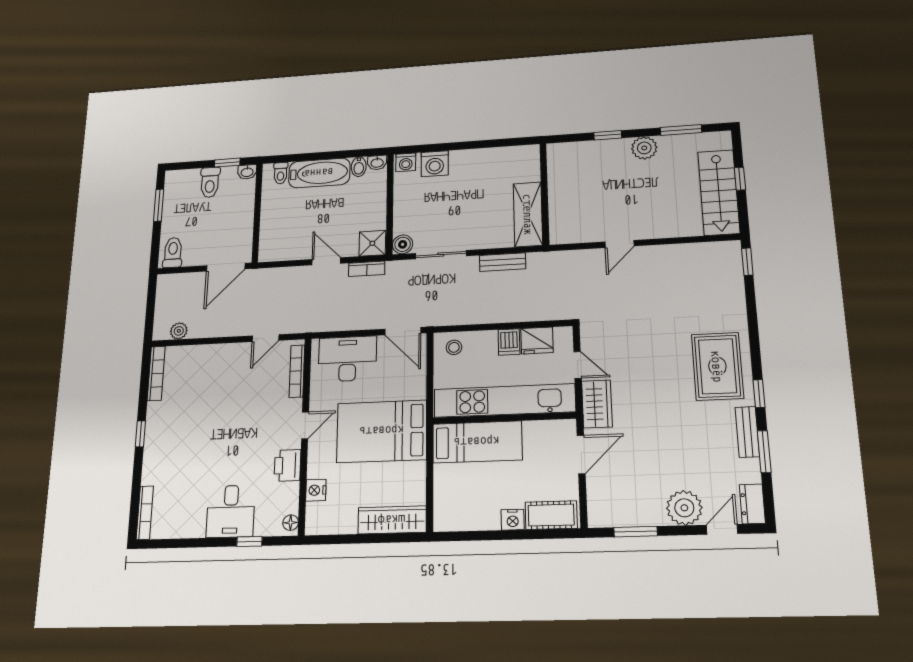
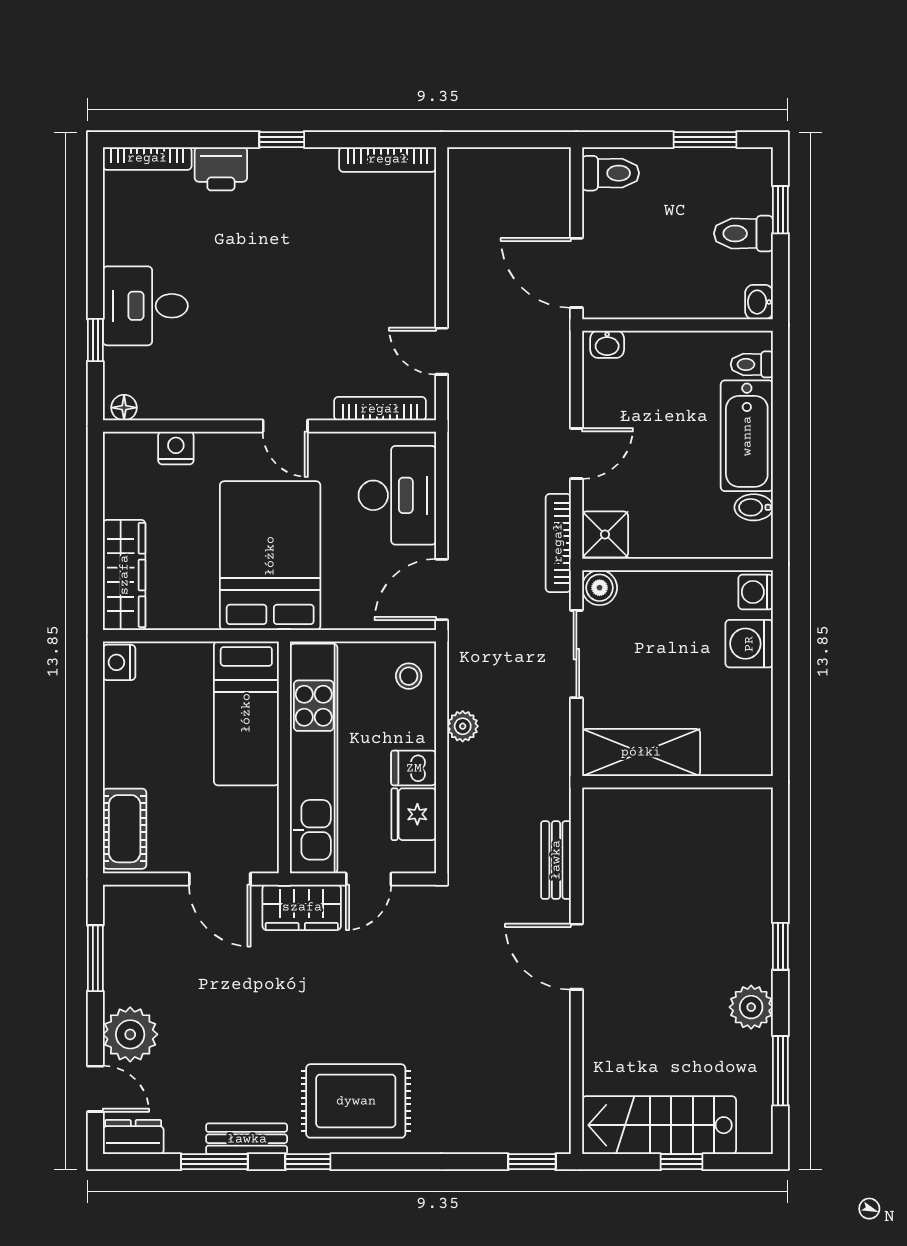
window: (227, 163) -> (780, 210), moved
washbasin: (377, 163) -> (607, 344), moved, turned -90
wall: (544, 194) -> (677, 782), moved
shelving: (528, 214) -> (641, 752), moved
door: (619, 244) -> (576, 957), width x1.38
bench: (503, 262) -> (556, 860), moved
bookcase: (367, 269) -> (558, 543), width x1.56
plant: (179, 331) -> (463, 726), moved
printer: (287, 465) -> (221, 169), moved, turned 180
nightstand: (513, 520) -> (119, 662), moved

